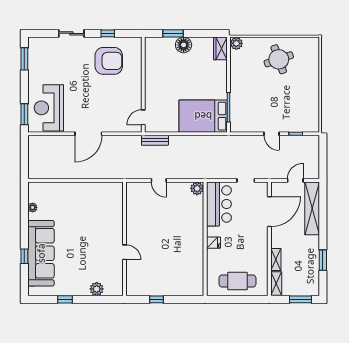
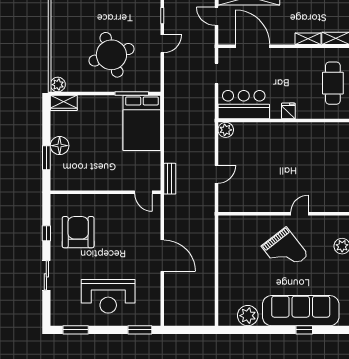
round table: (279, 59) -> (111, 55), moved, width x1.36, depth x1.36
reception desk: (49, 108) -> (108, 296), moved
plant: (33, 207) -> (248, 316), width x1.87, depth x1.87
grand piano: (93, 240) -> (285, 251), added

